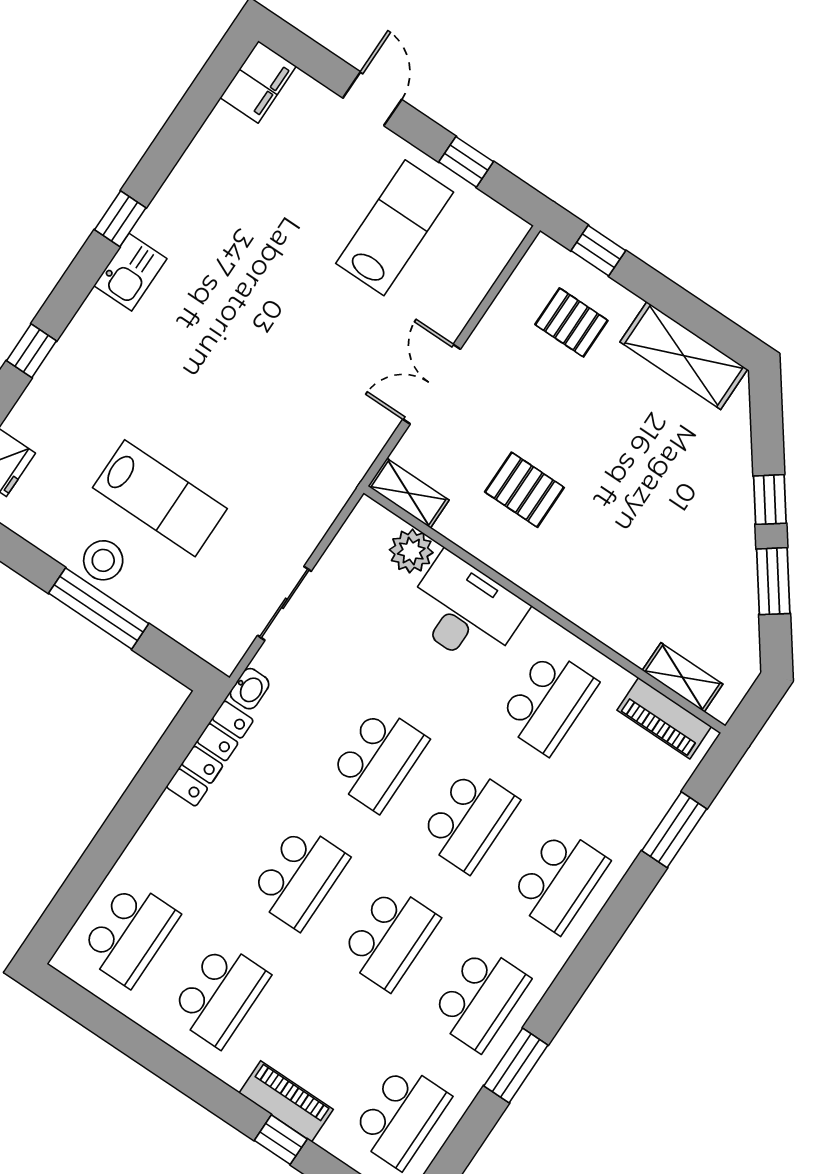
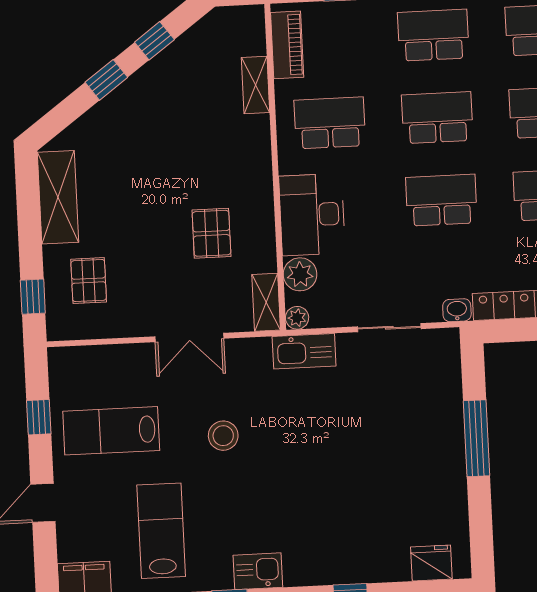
kitchen sink: (327, 495) -> (304, 351), added
lab bench: (160, 498) -> (161, 531), moved
plant: (368, 514) -> (297, 318), added
stool: (103, 560) -> (223, 436), moved
window: (773, 581) -> (154, 41), width x0.67
shelving: (682, 677) -> (256, 85), moved

